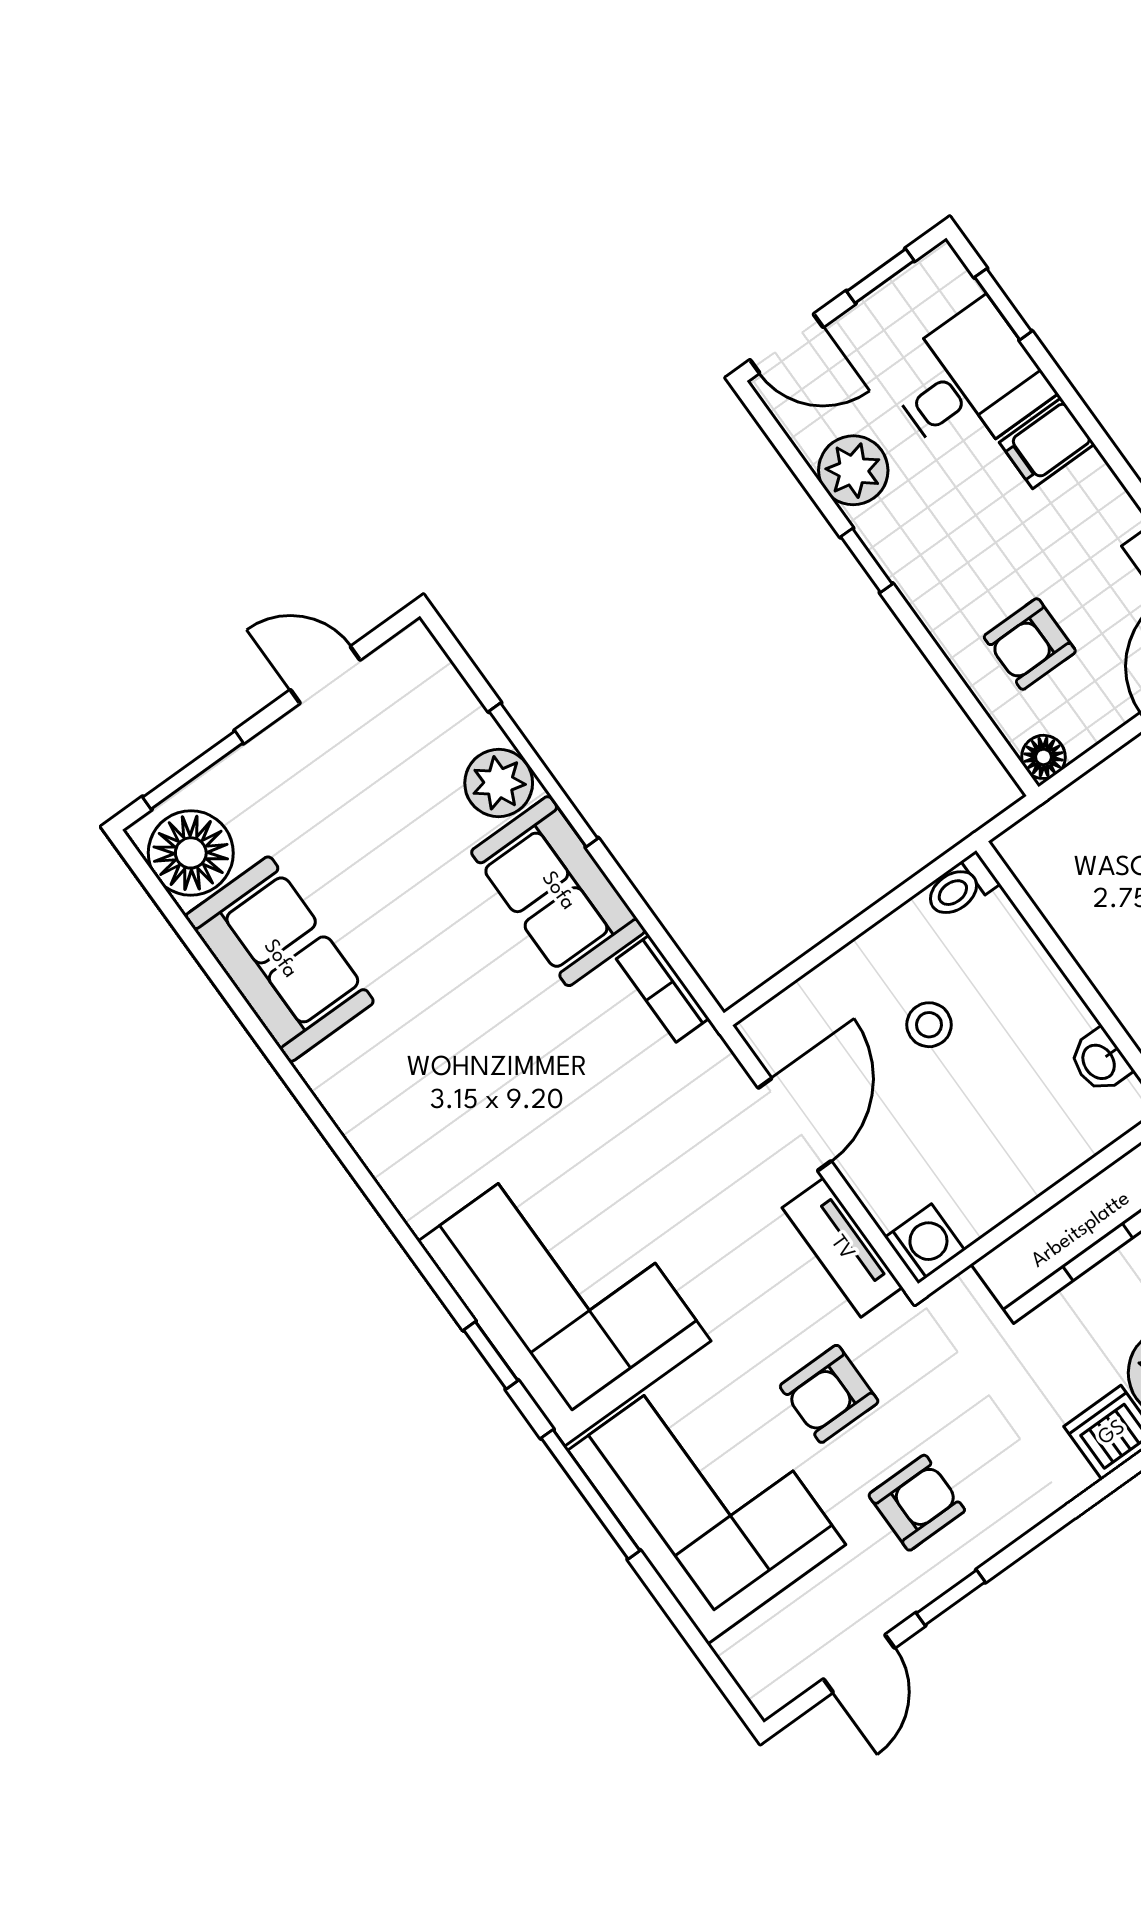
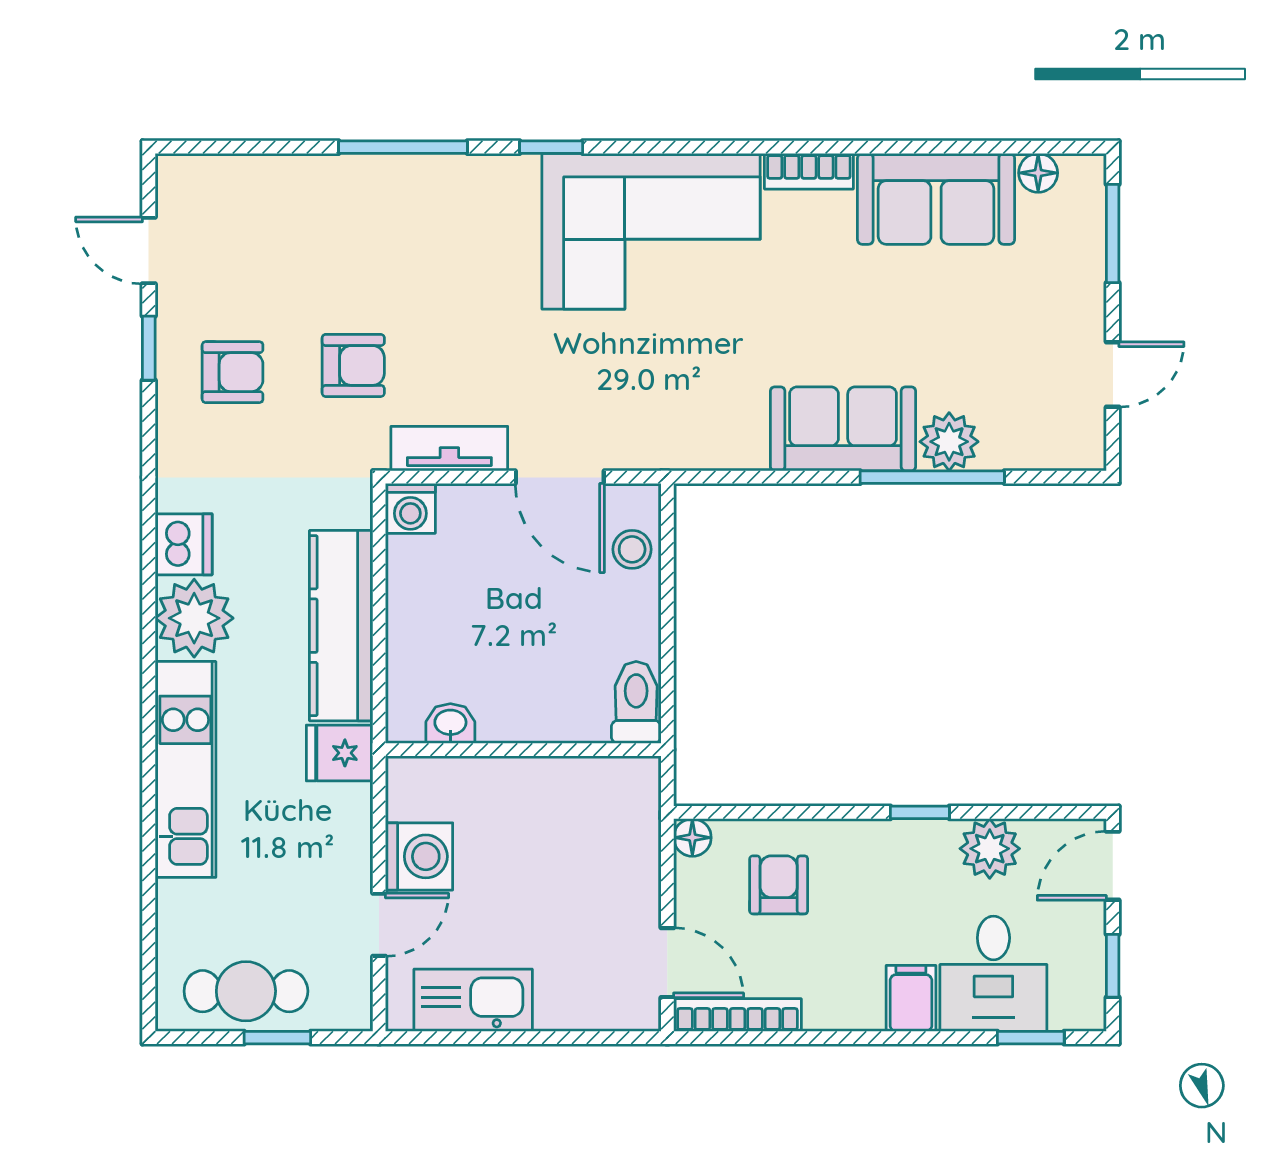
floor lamp: (191, 853) -> (1038, 173), width x0.53, depth x0.53
toilet: (961, 887) -> (636, 702), width x1.37, depth x1.39
bookcase: (663, 989) -> (809, 171), moved, turned 180
stool: (929, 1025) -> (632, 549), moved
corner sofa: (564, 1291) -> (651, 231), moved
armchair: (829, 1394) -> (353, 365), turned 90
corner sofa: (707, 1497) -> (342, 227), removed
armchair: (917, 1503) -> (233, 372), turned -90

